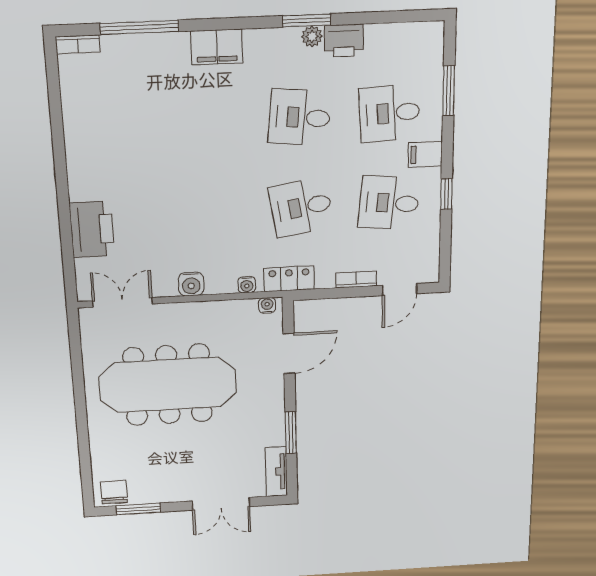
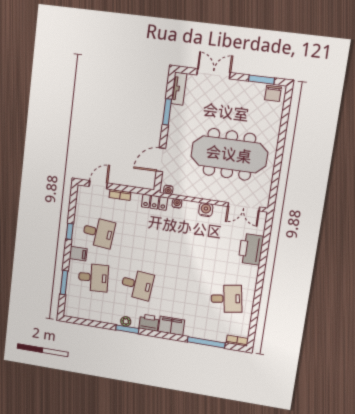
printer: (344, 41) -> (149, 323), moved
desk: (301, 207) -> (226, 299), moved

